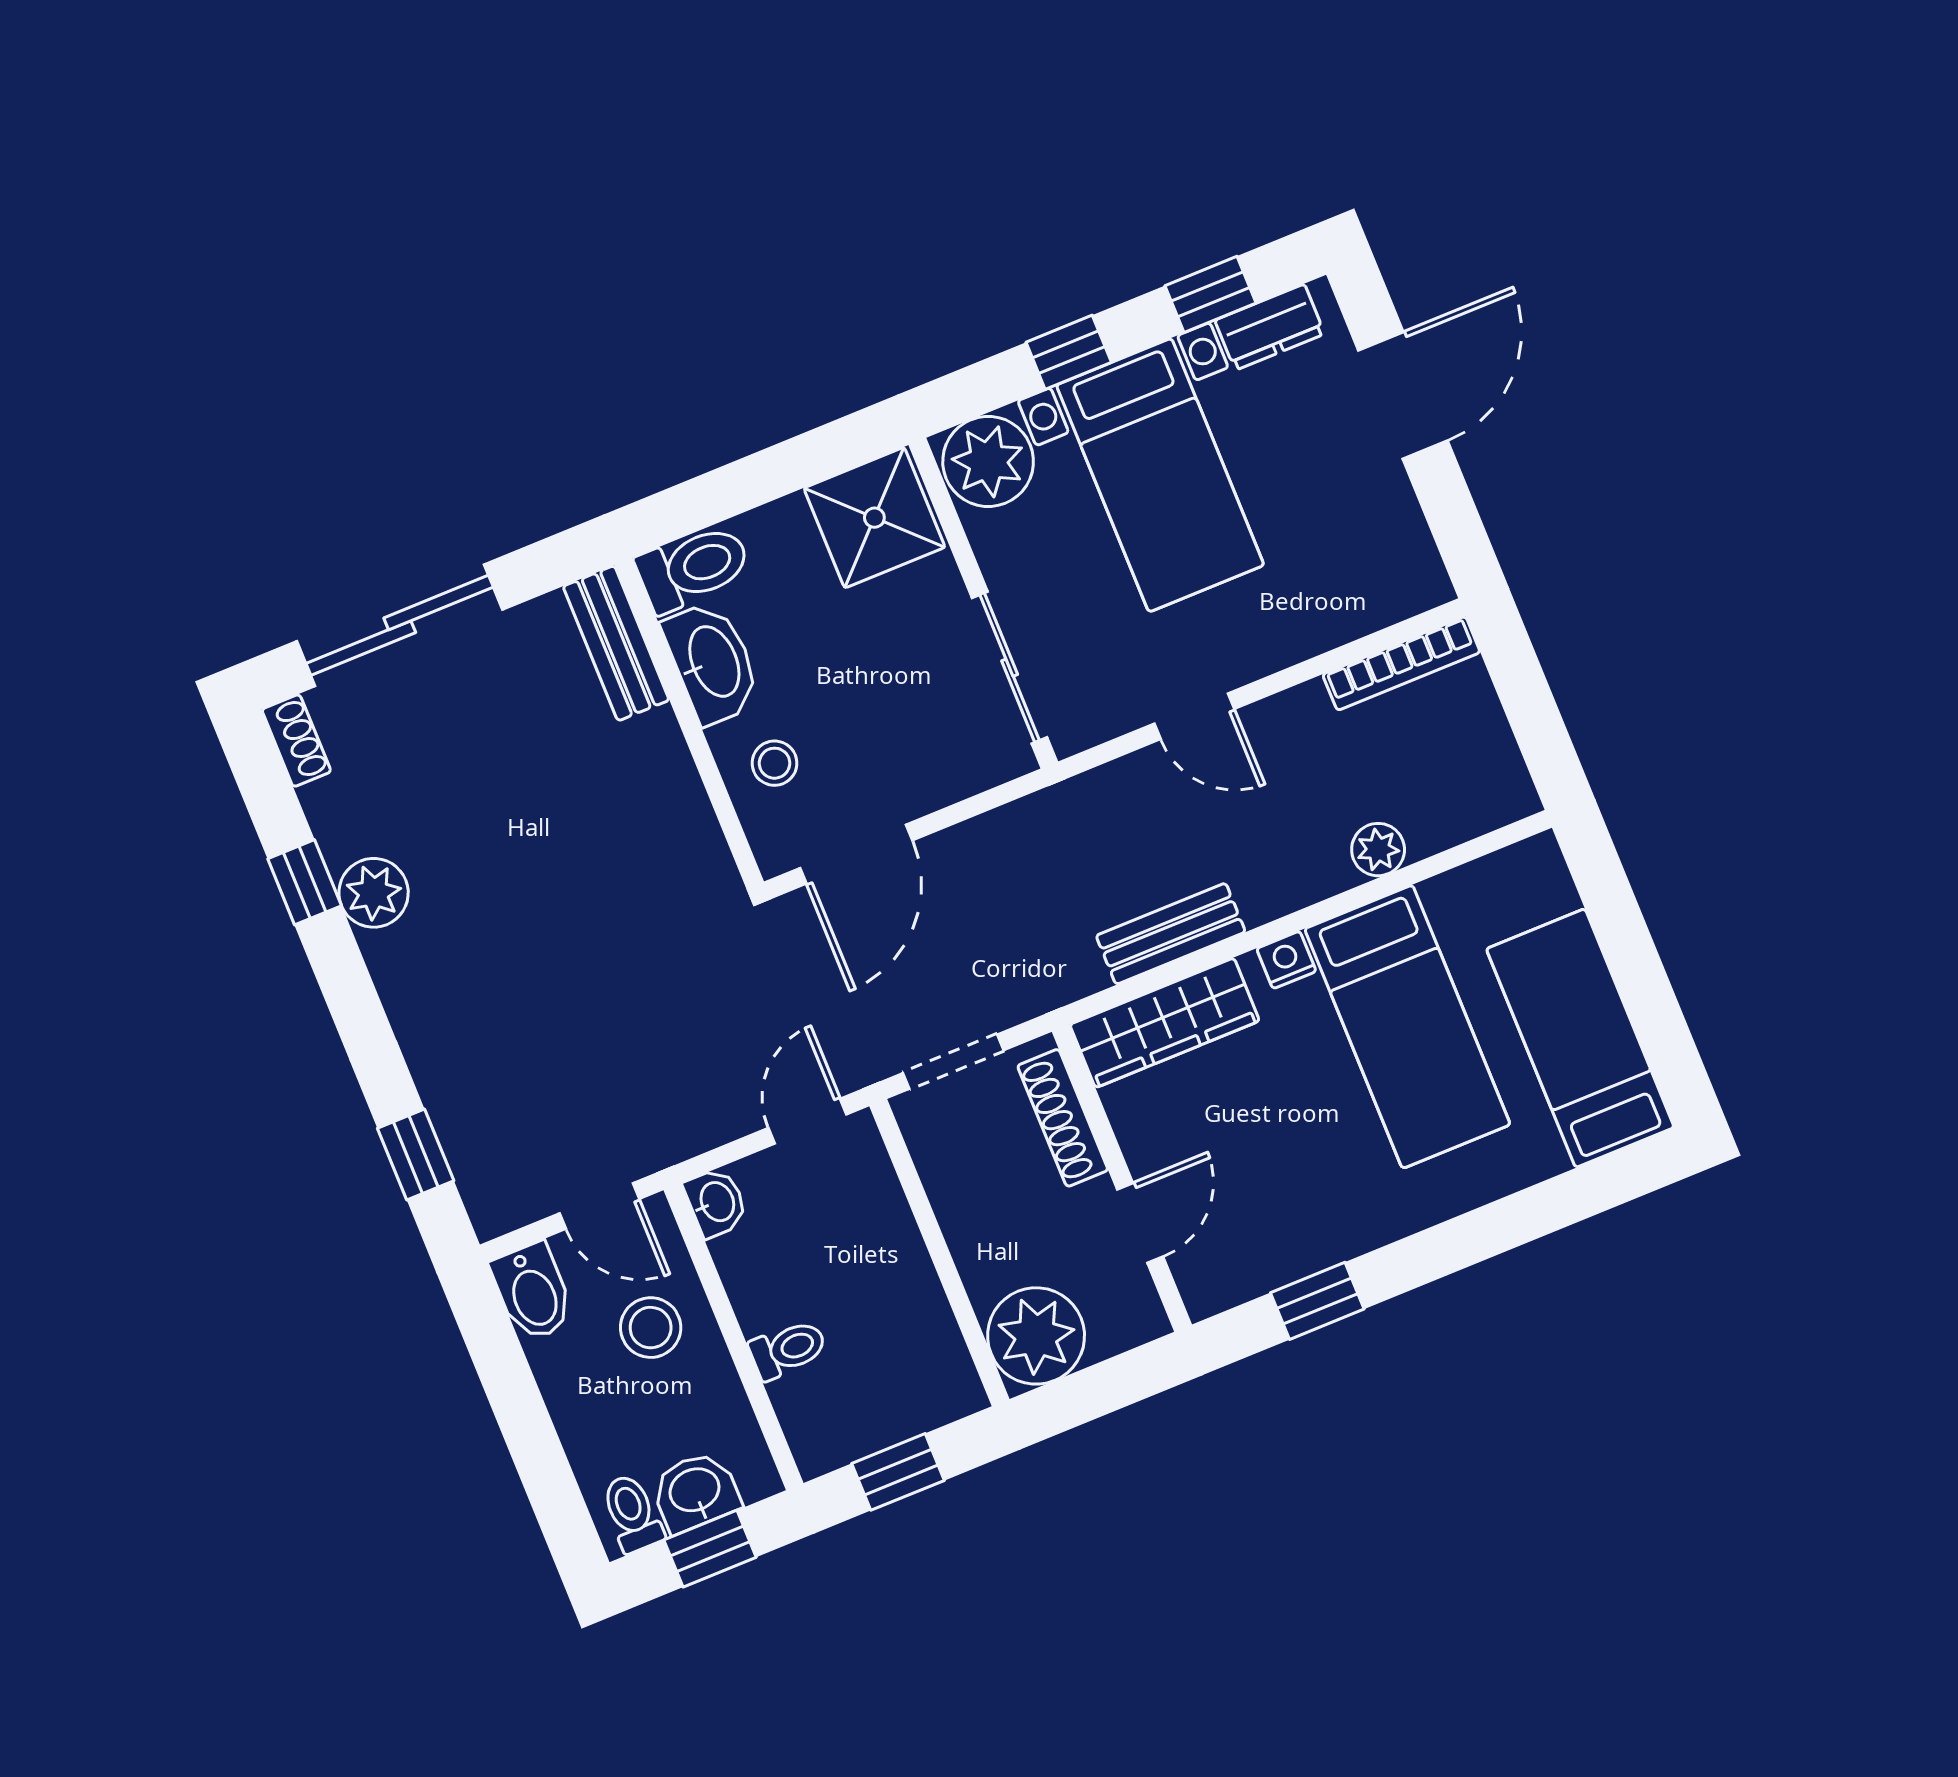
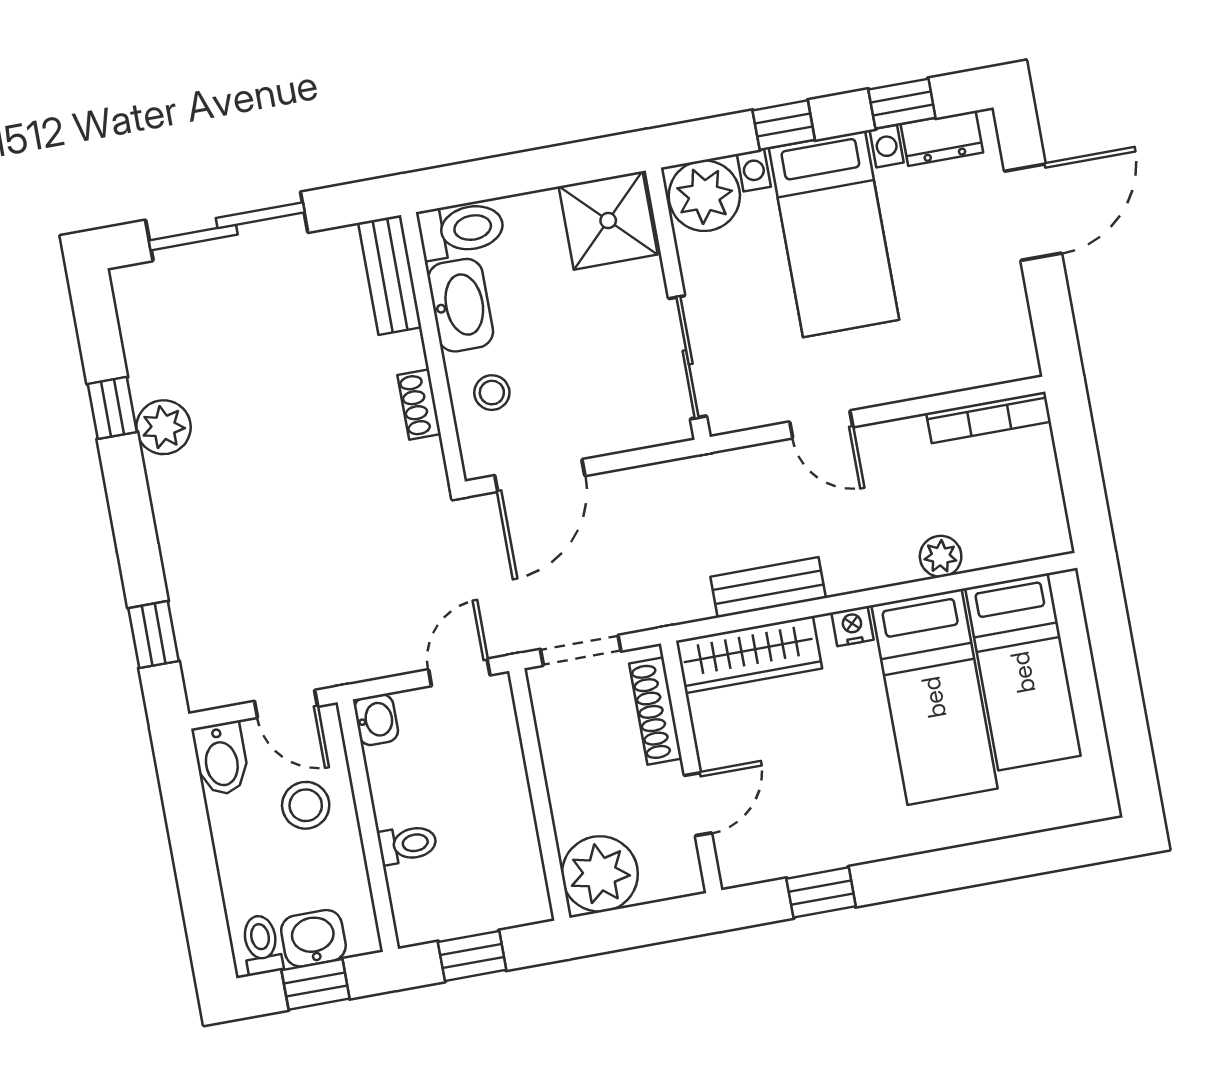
shoe rack: (296, 741) -> (419, 404), moved, turned 180
bed: (1580, 1038) -> (1023, 672), moved, turned 180

